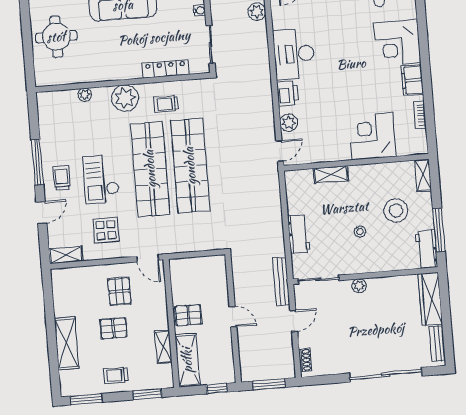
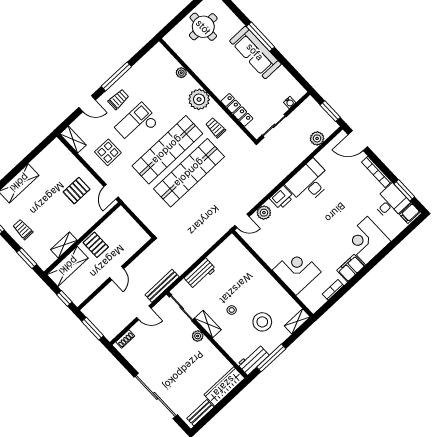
shelving: (331, 175) -> (208, 324), moved
pallet: (114, 328) -> (51, 205), removed

